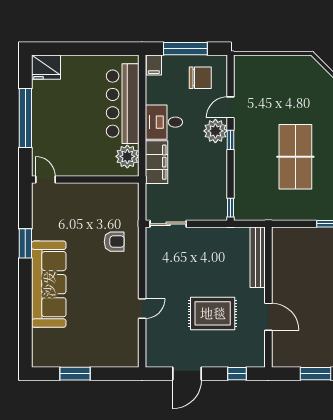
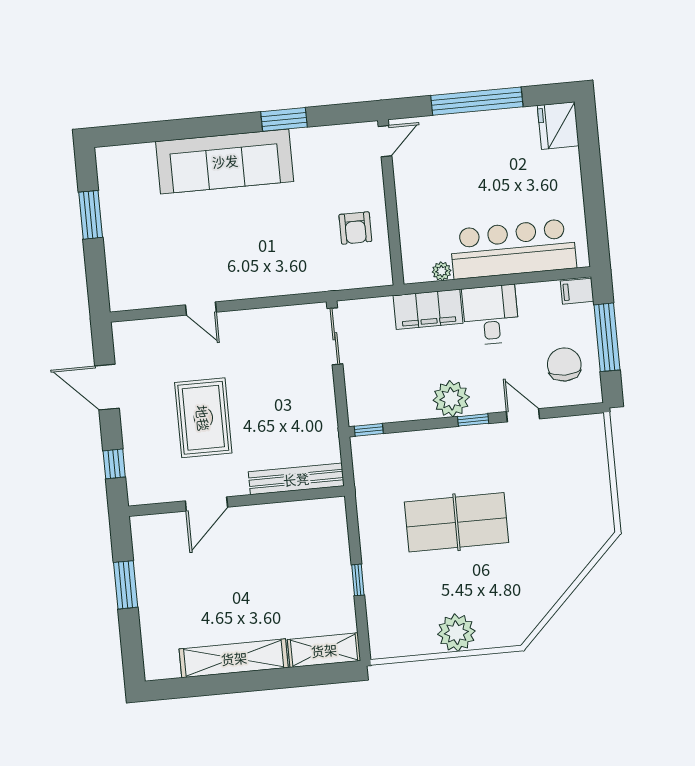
chair: (200, 78) -> (564, 364), turned 180
plant: (215, 131) -> (451, 399), moved
plant: (127, 156) -> (442, 271), width x0.53, depth x0.53
armchair: (114, 242) -> (355, 228), moved

